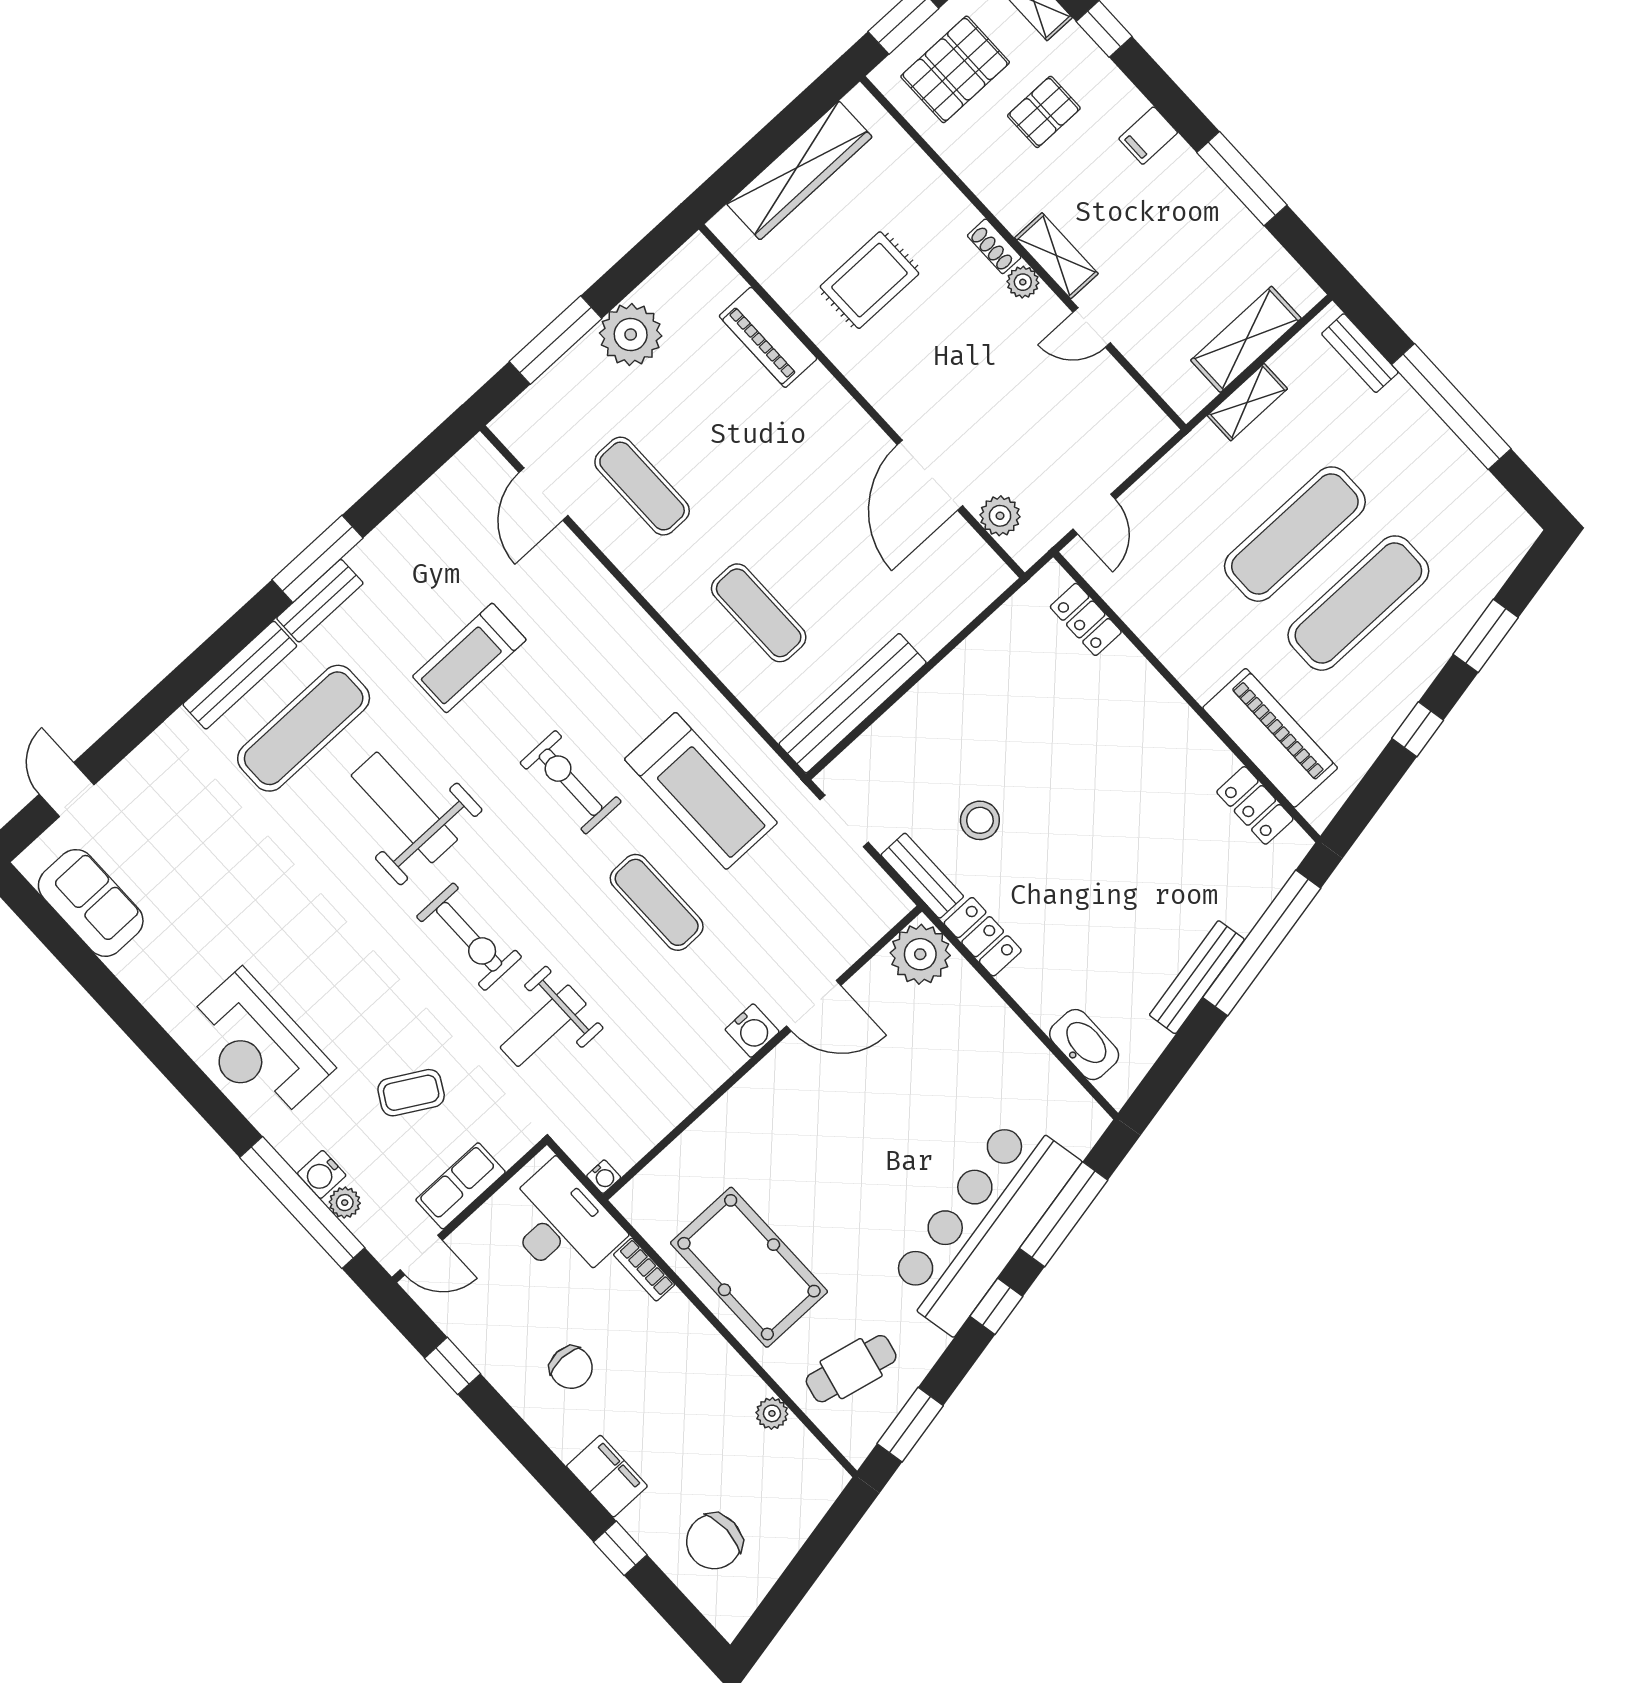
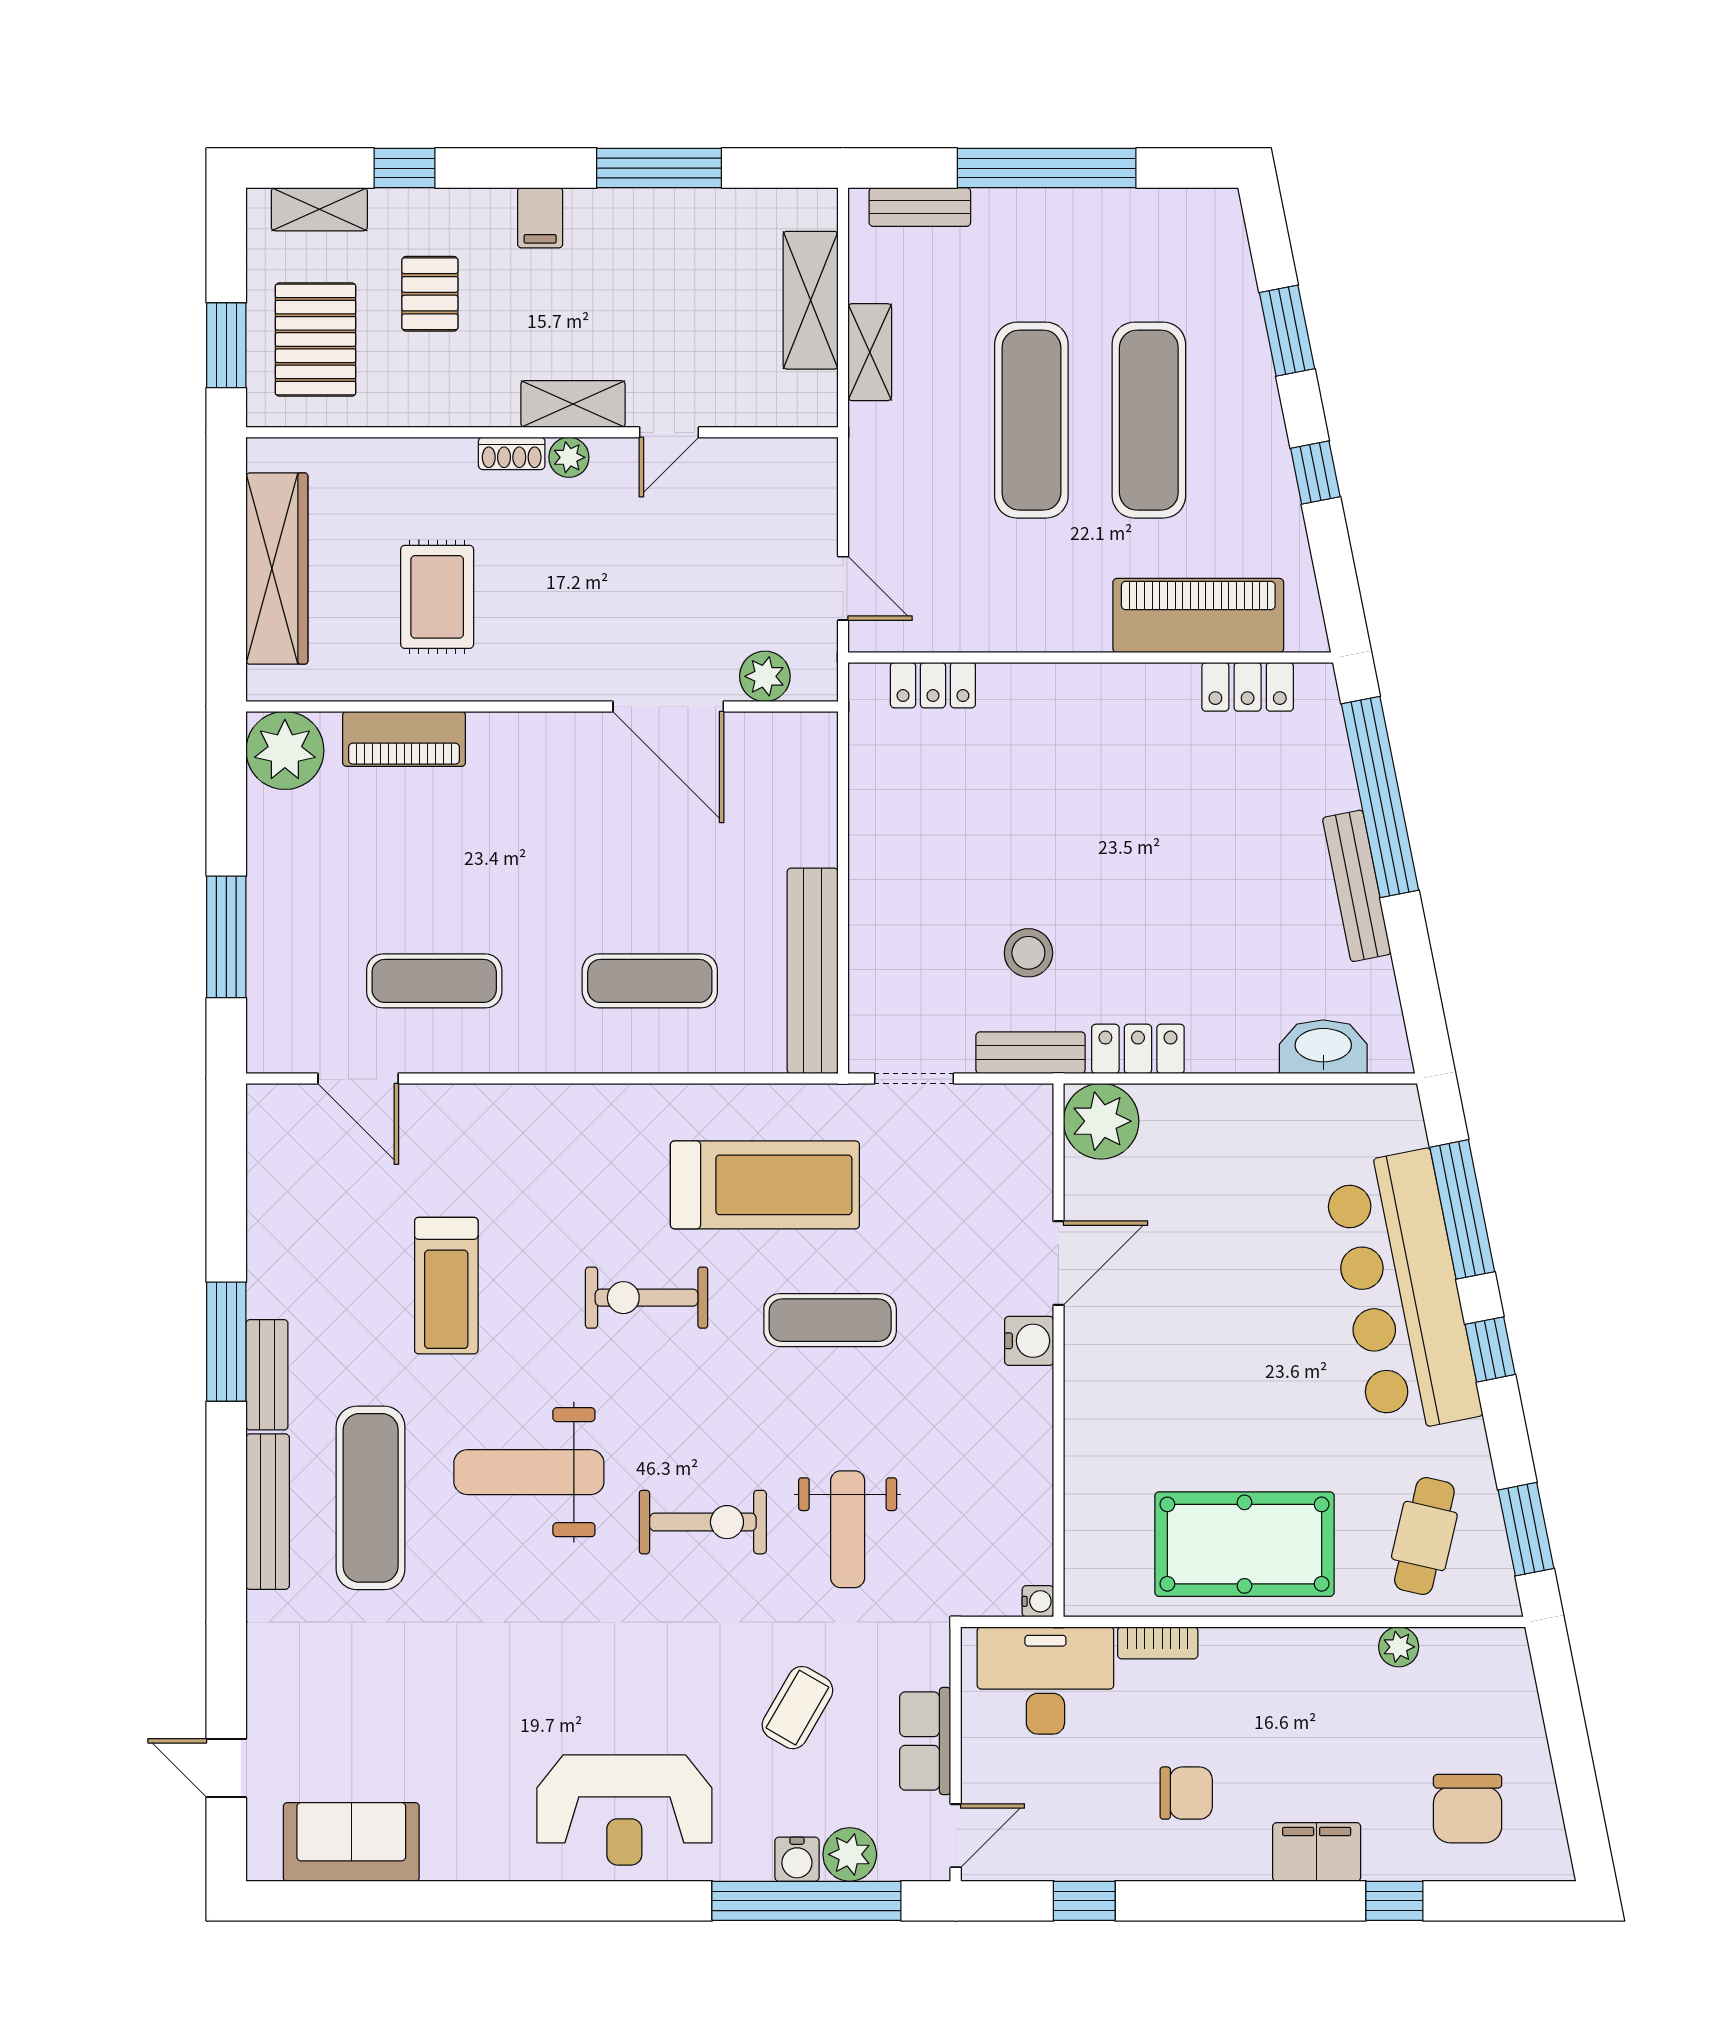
plant: (631, 334) -> (285, 750), moved
plant: (345, 1203) -> (850, 1854), width x1.38, depth x1.38

